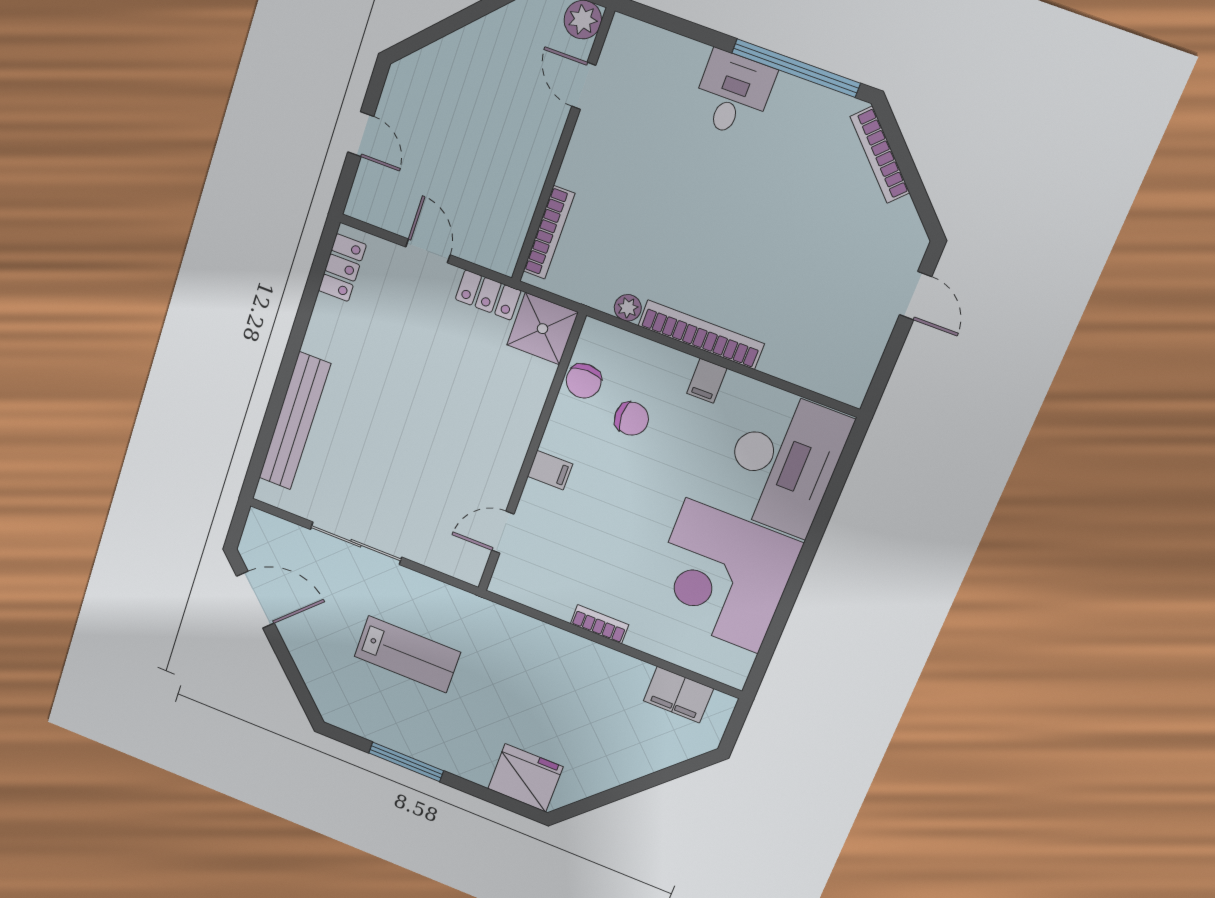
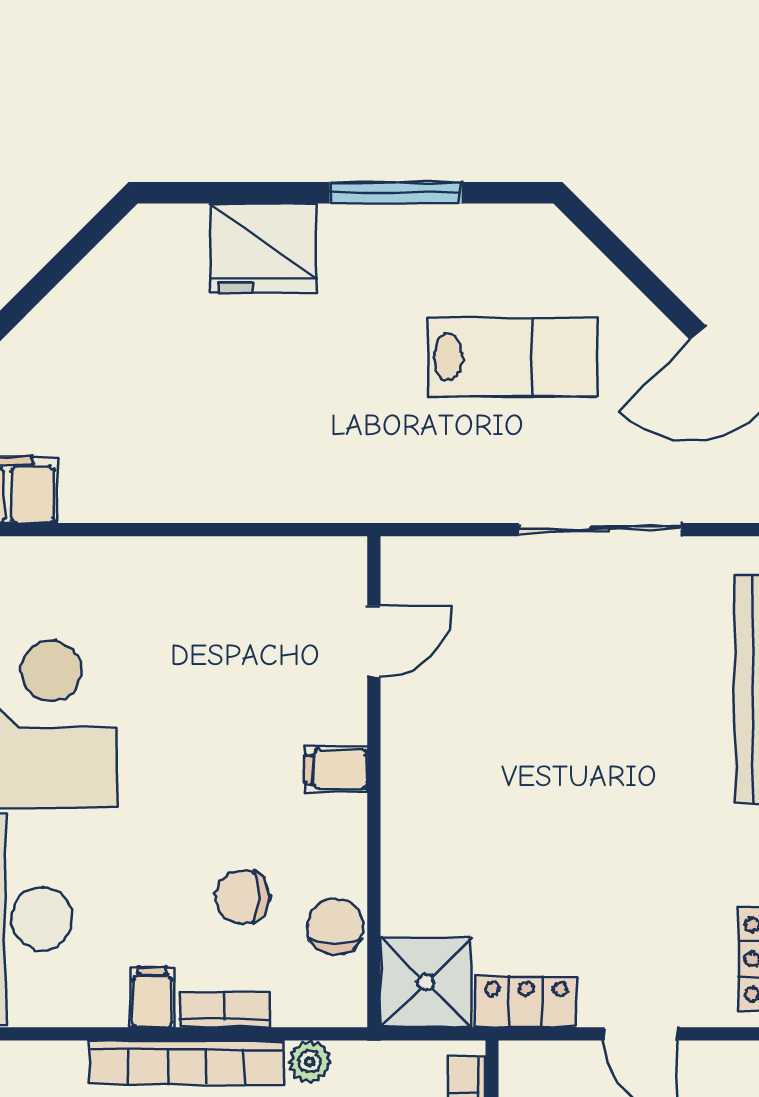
bookcase: (599, 624) -> (224, 1009), moved, turned 180
lab bench: (407, 654) -> (512, 357), moved, turned 180
fridge: (525, 778) -> (263, 248), moved

